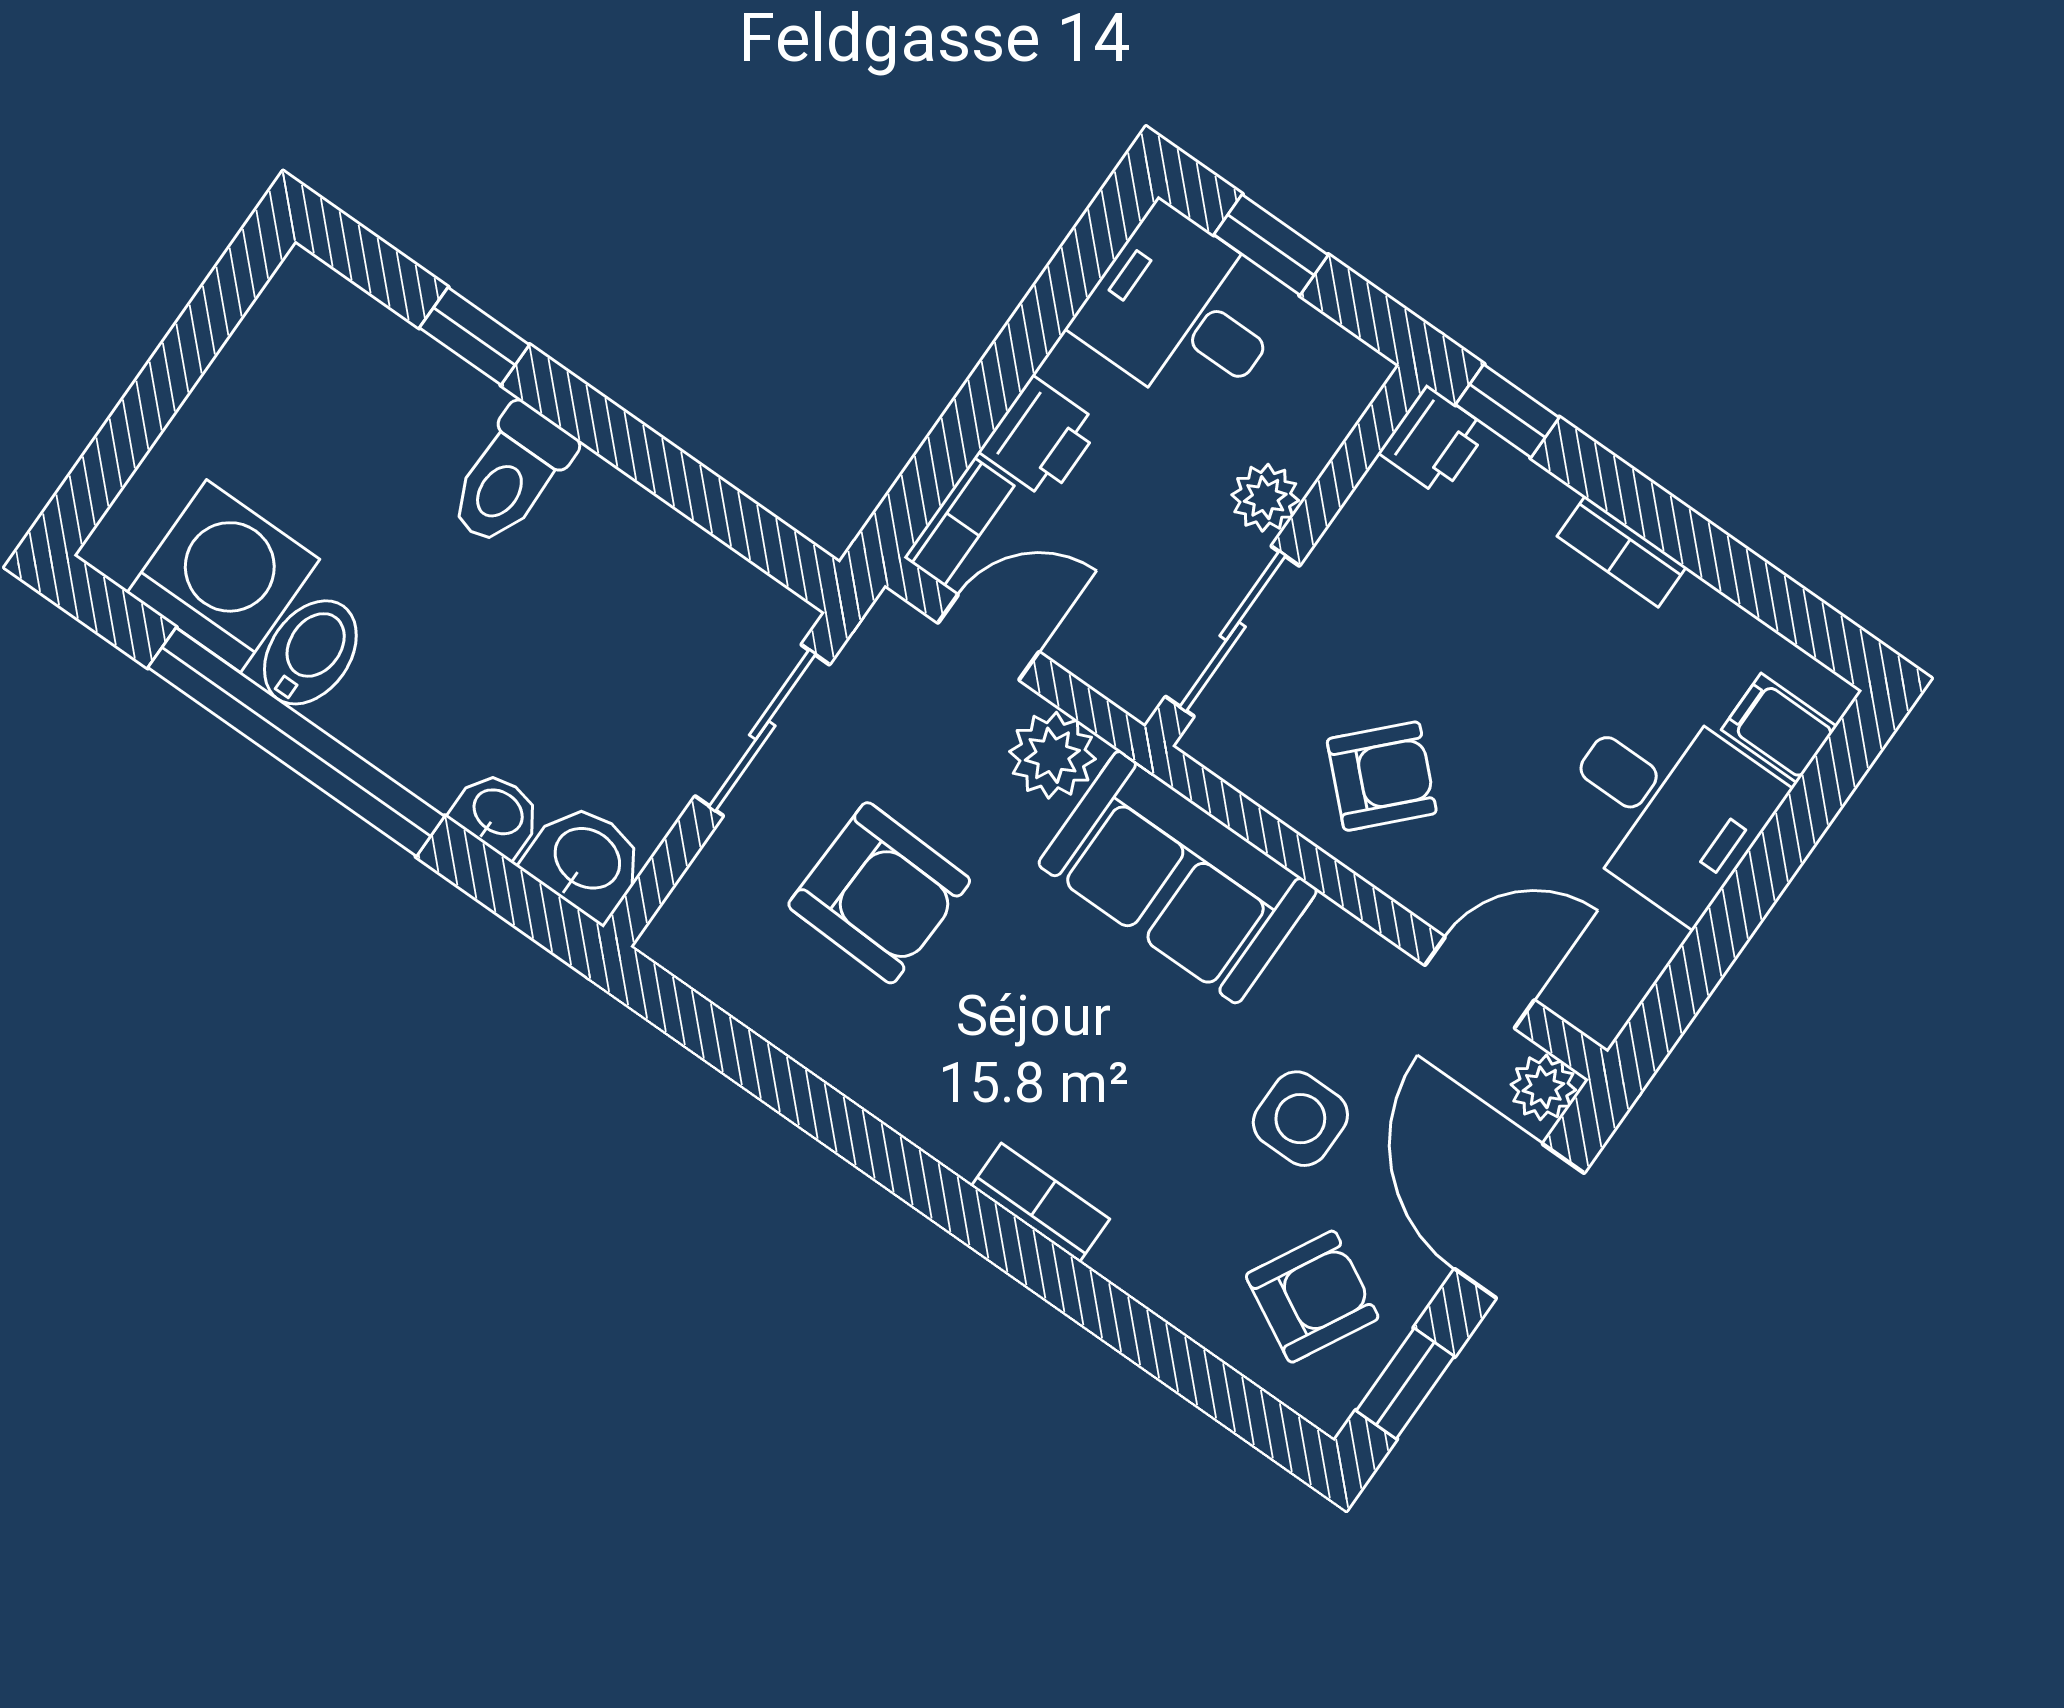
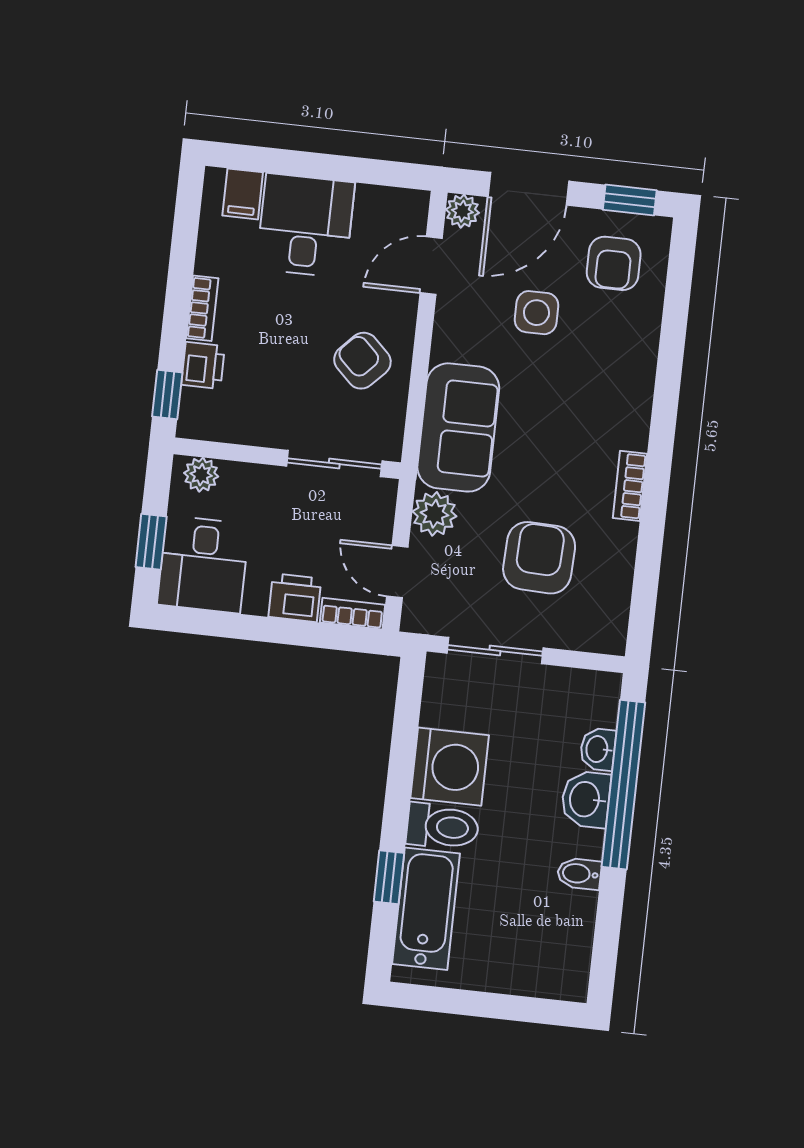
bathtub: (386, 370) -> (426, 909), added
printer: (1433, 441) -> (203, 365), moved, turned 90
plant: (1265, 498) -> (201, 475), moved
washing machine: (223, 576) -> (450, 767), moved, turned 180
bidet: (310, 652) -> (579, 874), width x0.72, depth x0.74
window: (296, 742) -> (623, 785), moved
washbasin: (586, 860) -> (586, 799), moved
door: (1480, 983) -> (431, 266), hinge flipped
bookcase: (1040, 1203) -> (630, 486), moved
armchair: (1312, 1297) -> (614, 263), turned -118

